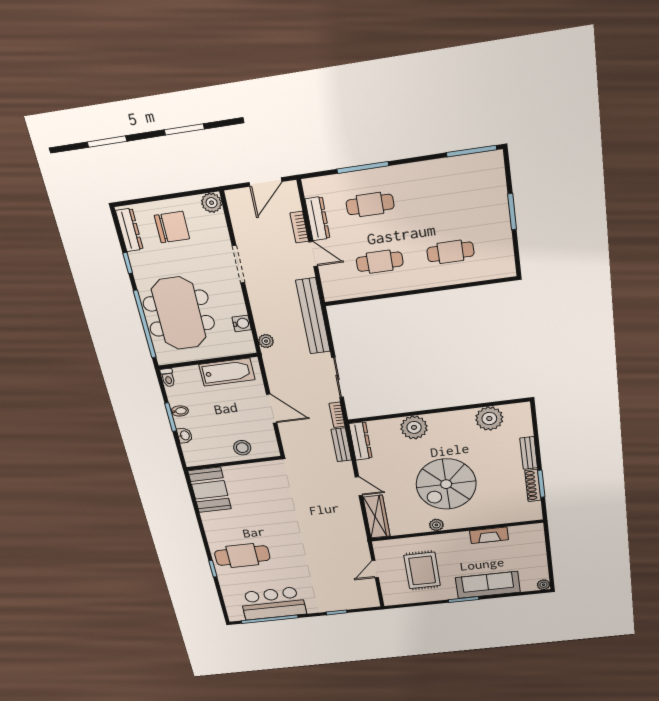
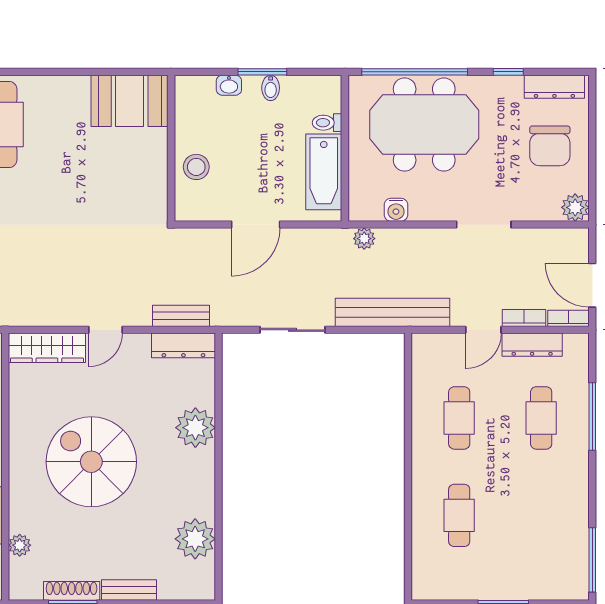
toilet: (168, 378) -> (327, 123), moved
bookcase: (337, 415) -> (568, 318), moved
plant: (436, 525) -> (20, 545), moved

